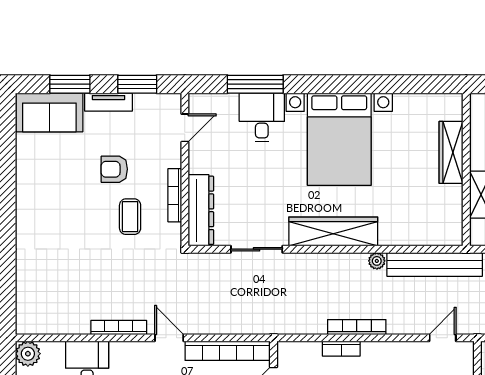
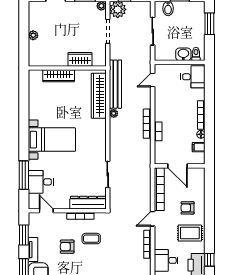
desk: (262, 117) -> (41, 182), moved
bed with nightstands: (339, 139) -> (52, 140), width x0.73
armchair: (114, 169) -> (67, 247), turned 90
wardrobe: (333, 231) -> (99, 96), moved
door: (443, 338) -> (153, 80), hinge flipped

